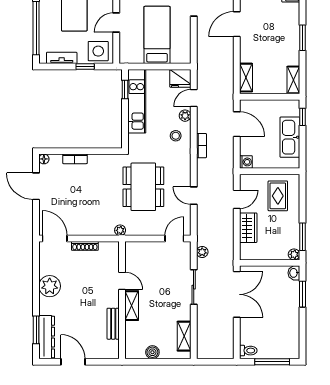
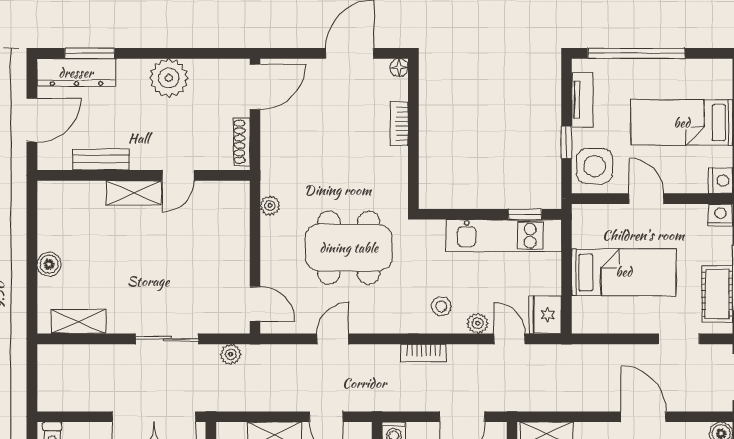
door: (122, 281) -> (178, 175), moved
wall: (122, 300) -> (143, 175), moved
shelving: (132, 306) -> (134, 193), moved
bench: (113, 324) -> (101, 159), moved

